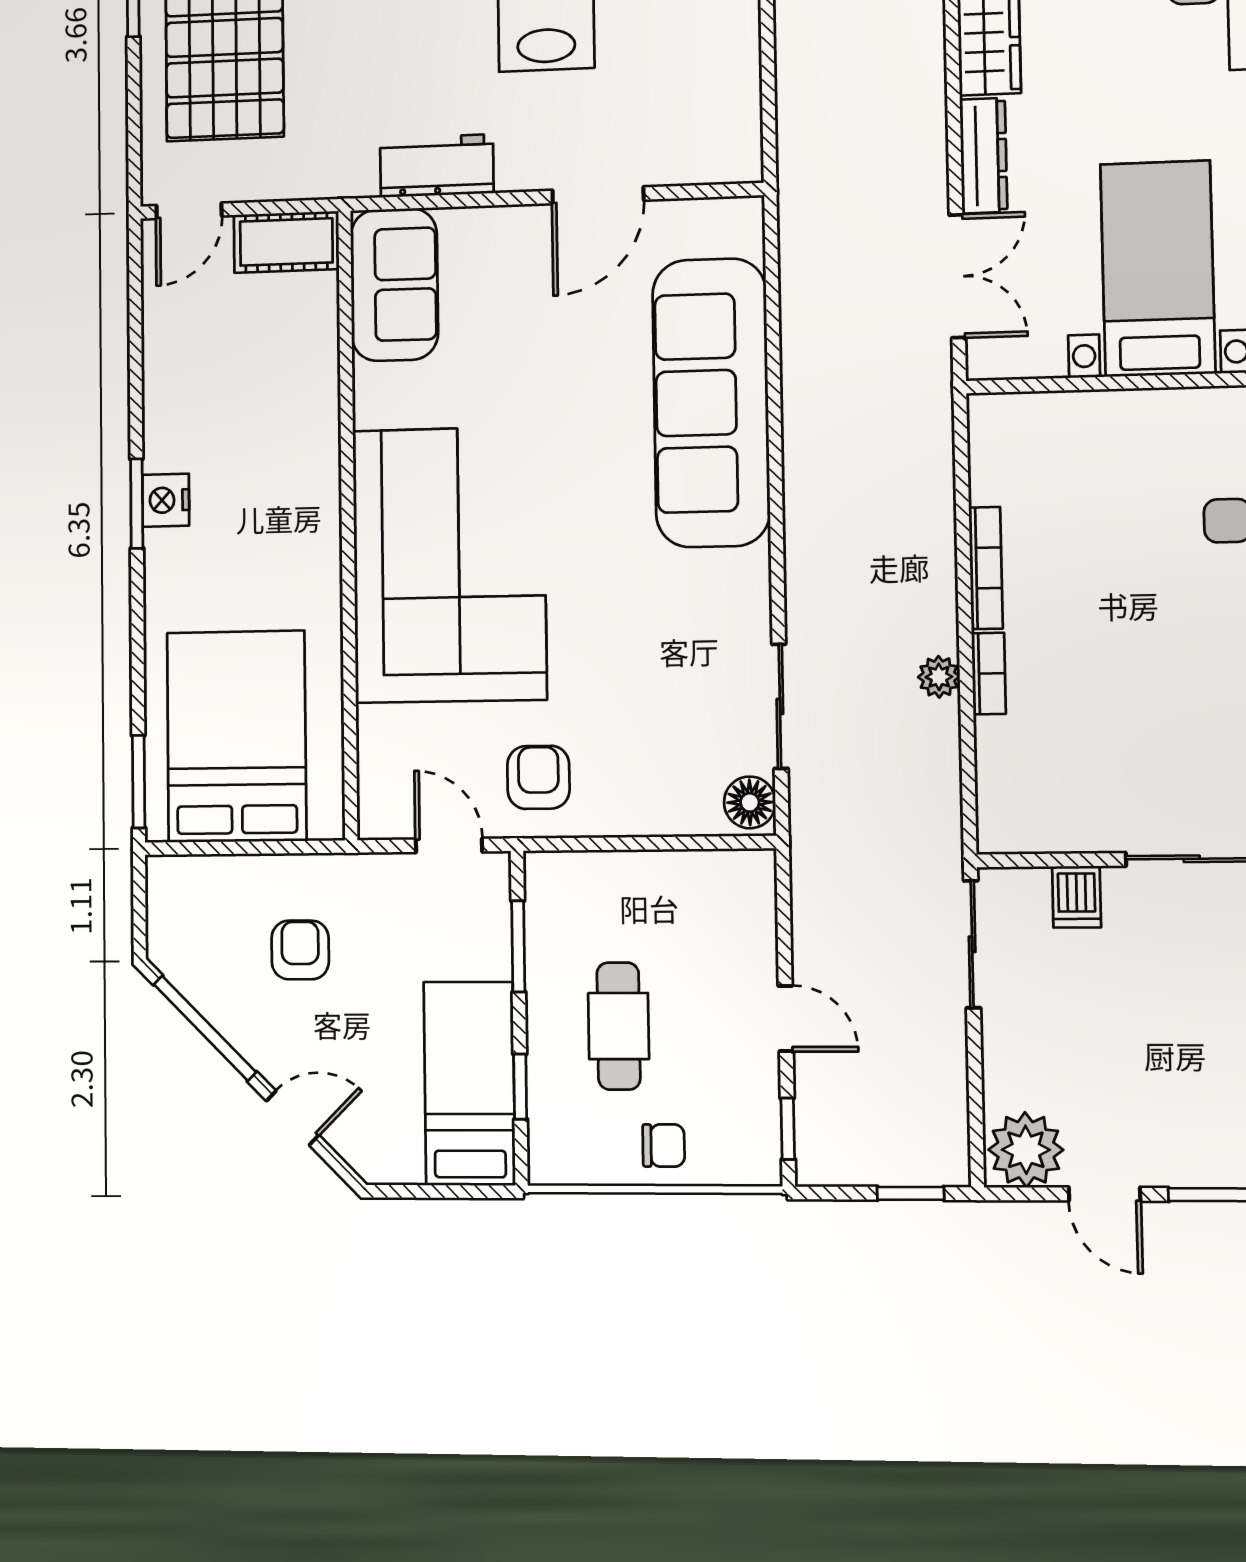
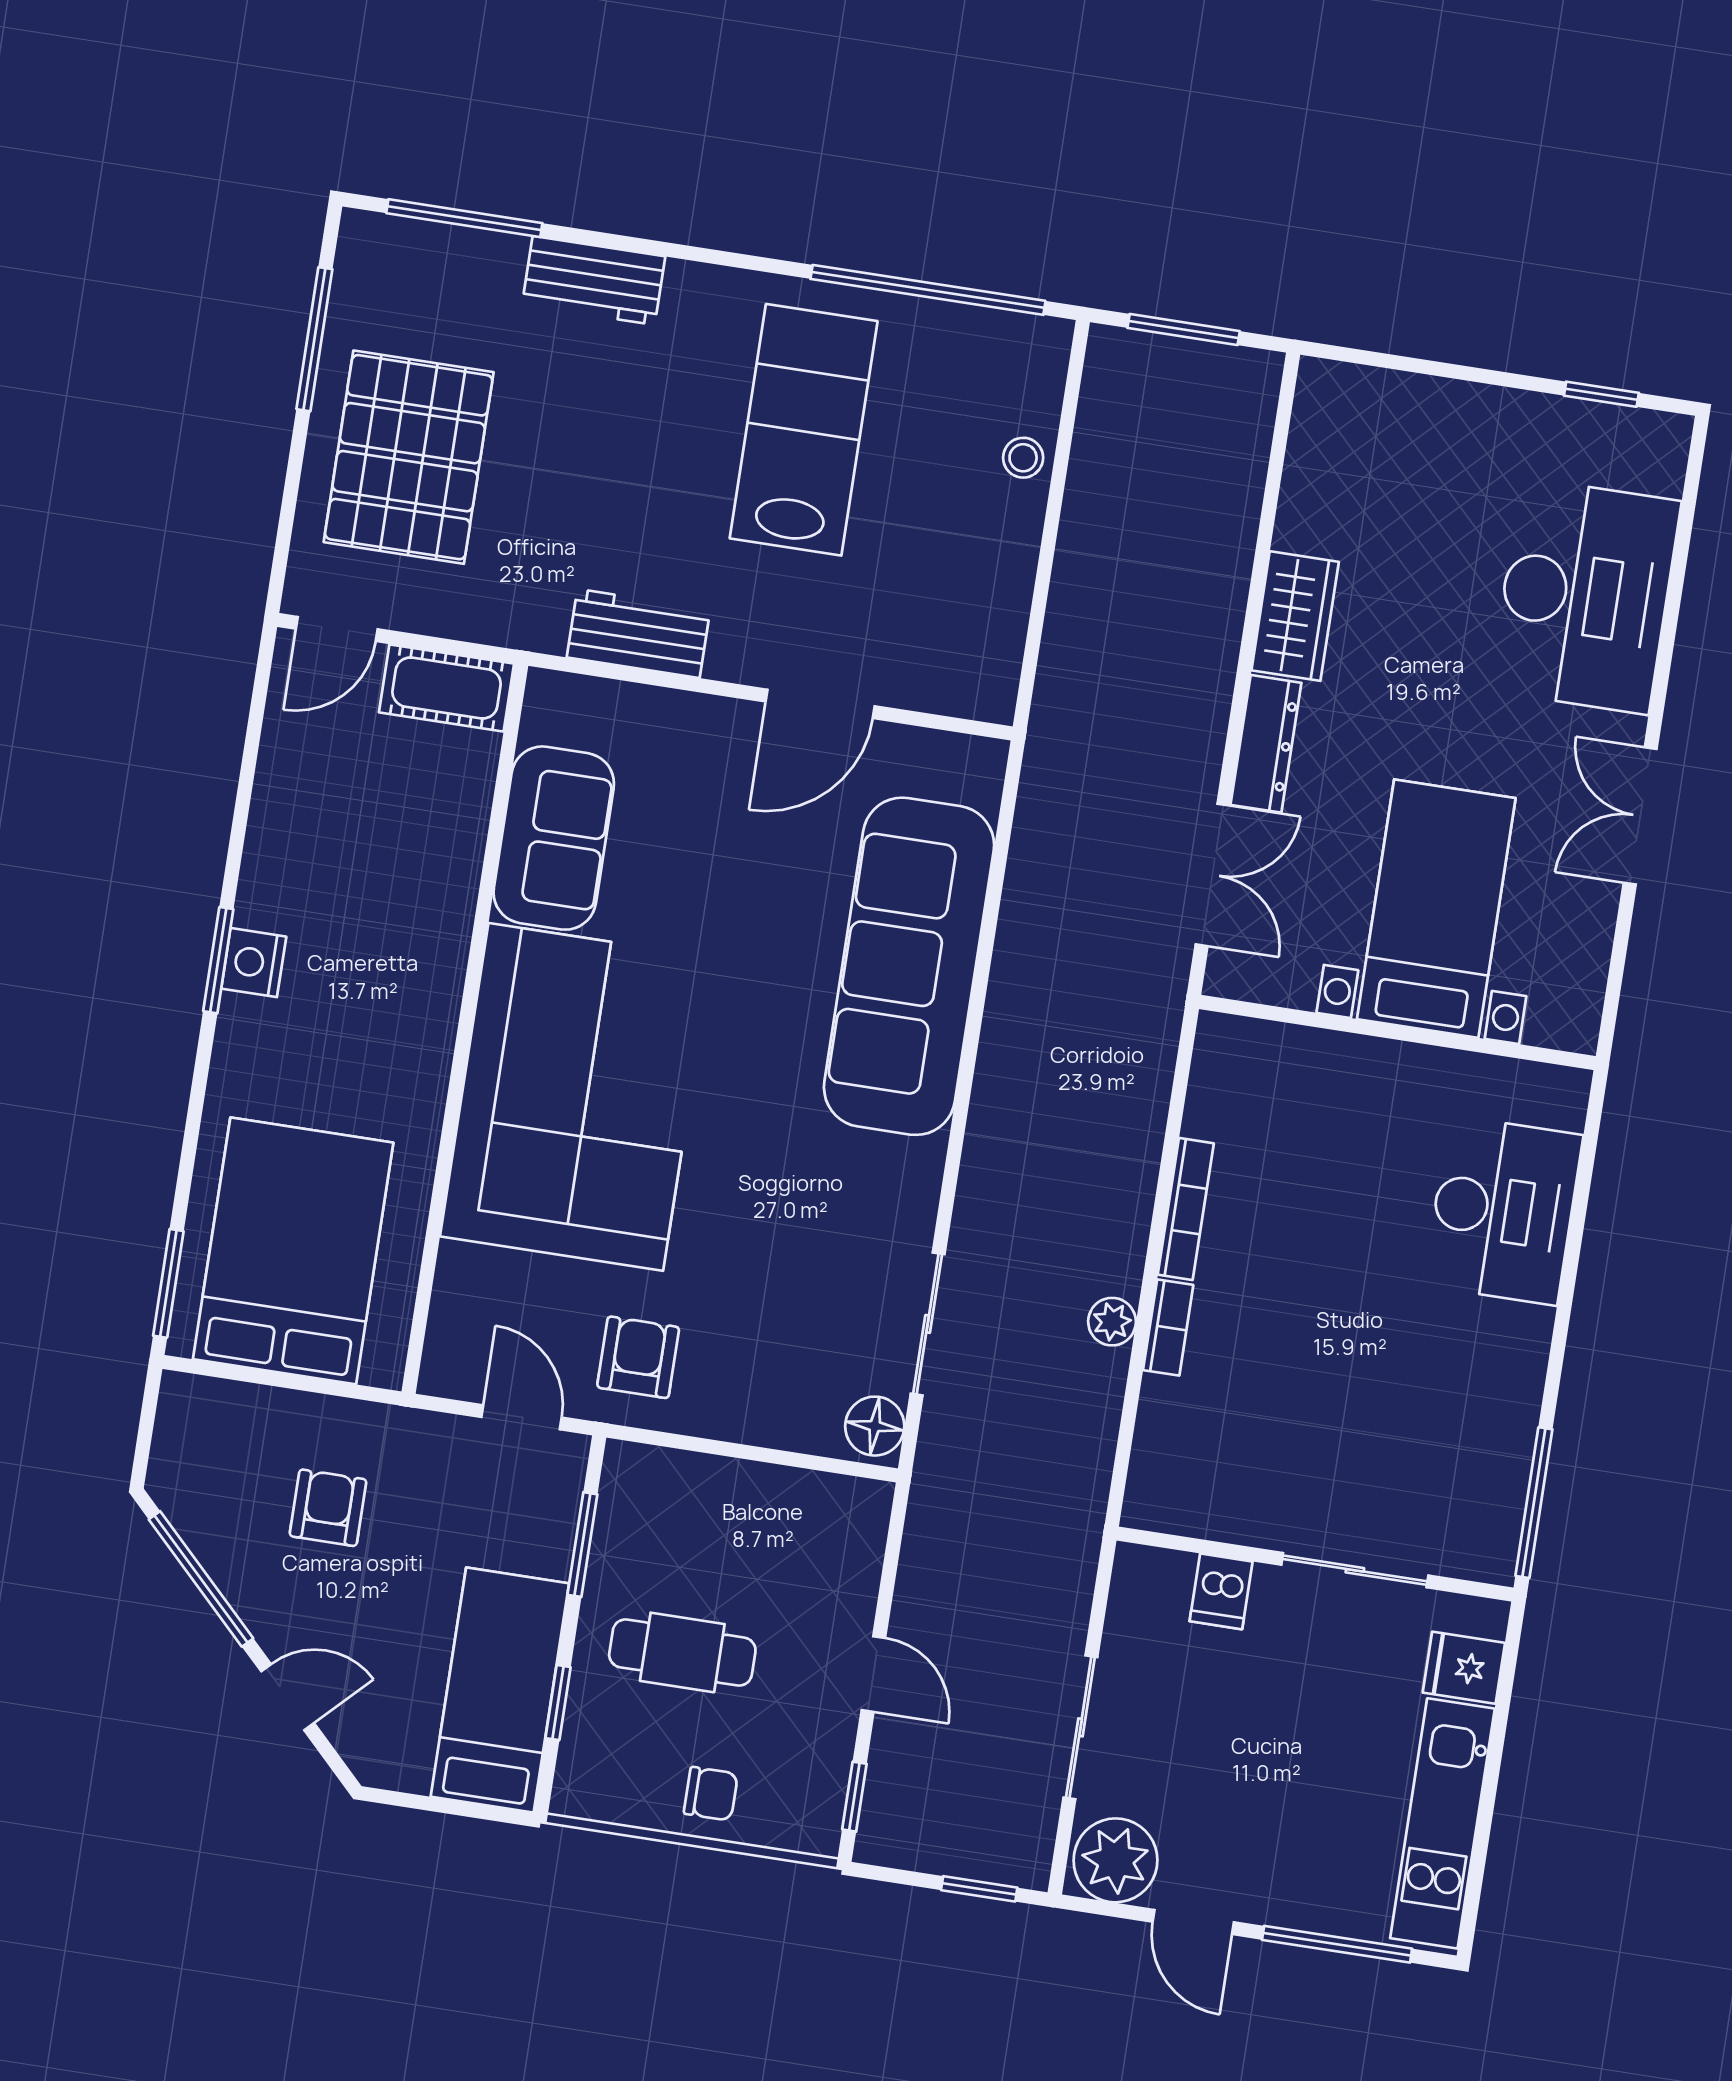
sofa: (394, 285) -> (554, 838), moved
sliding door: (972, 944) -> (1080, 1727), moved
cafe table: (619, 1026) -> (682, 1652), turned 90

